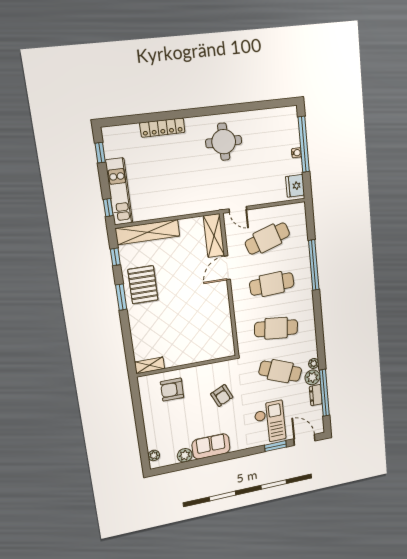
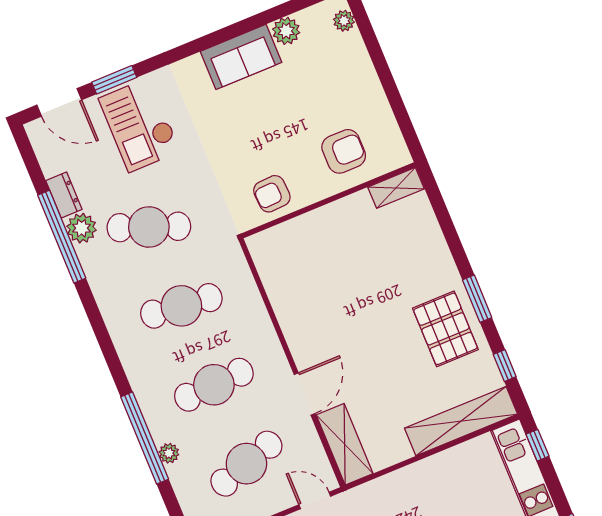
plant: (314, 363) -> (169, 453), moved
window: (324, 393) -> (62, 237), moved
armchair: (222, 396) -> (272, 194), moved, turned -68

